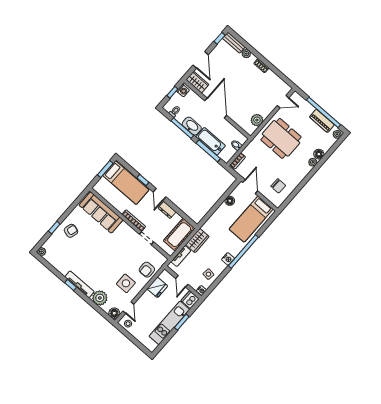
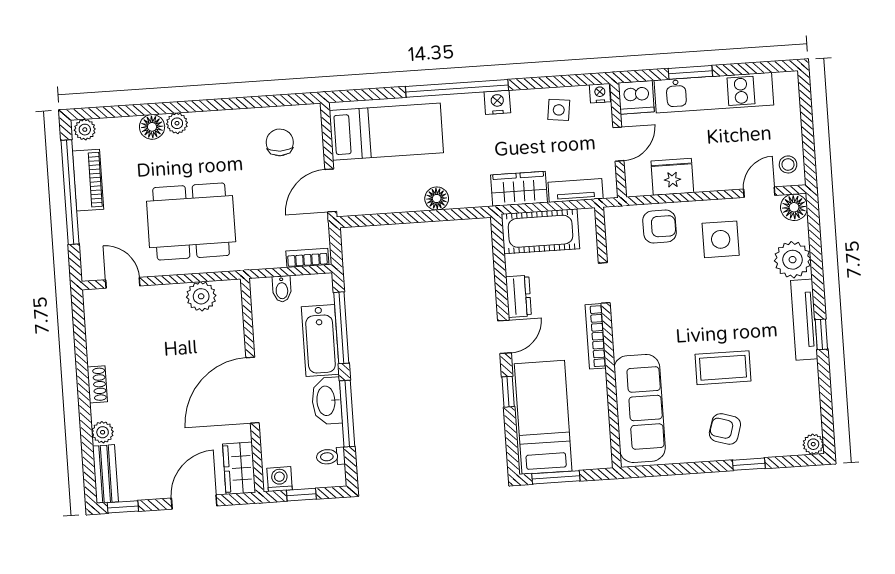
dining table: (281, 138) -> (191, 222), turned 90
floor lamp: (230, 201) -> (437, 199), moved
coffee table: (89, 248) -> (723, 368), added

